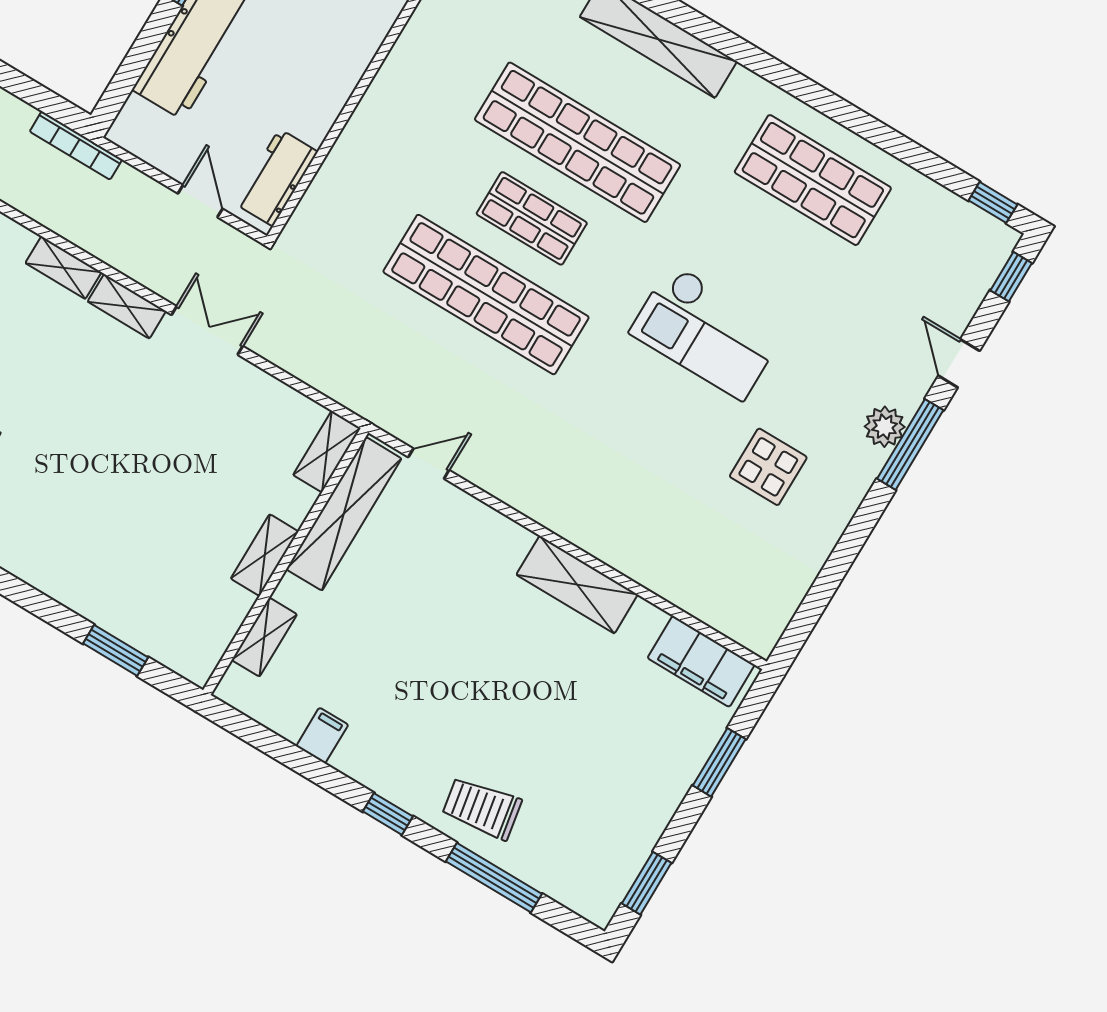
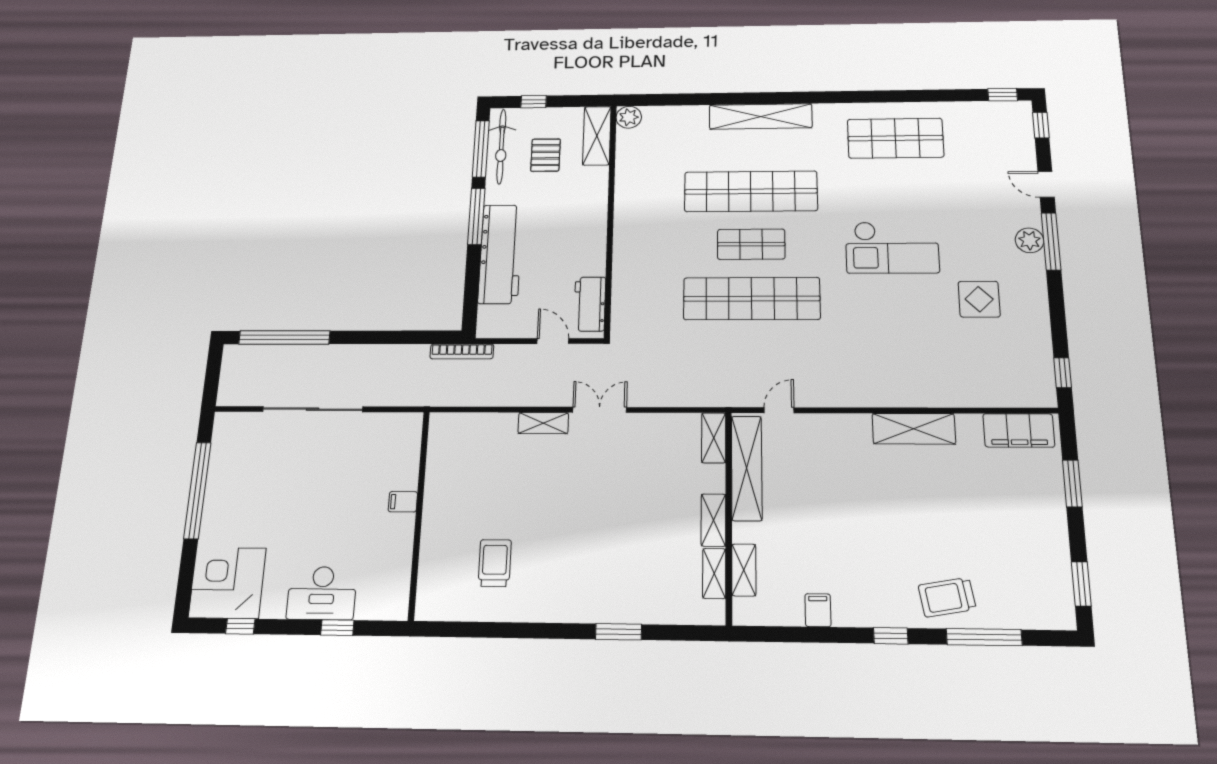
shelving: (63, 268) -> (714, 573), moved, turned 90
window: (804, 622) -> (1063, 373), added
window: (116, 650) -> (618, 632), moved

